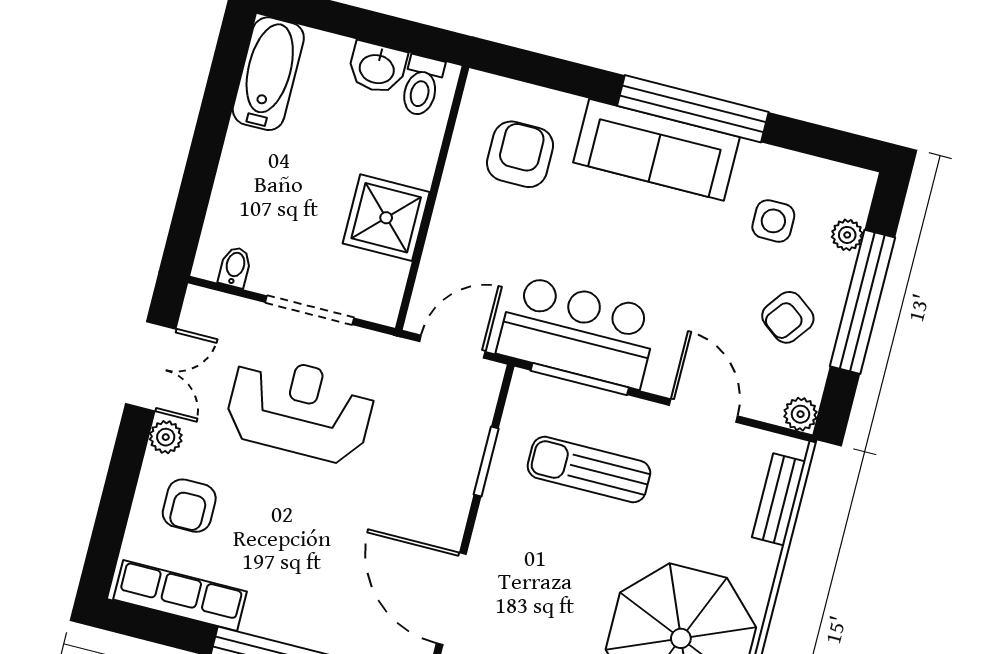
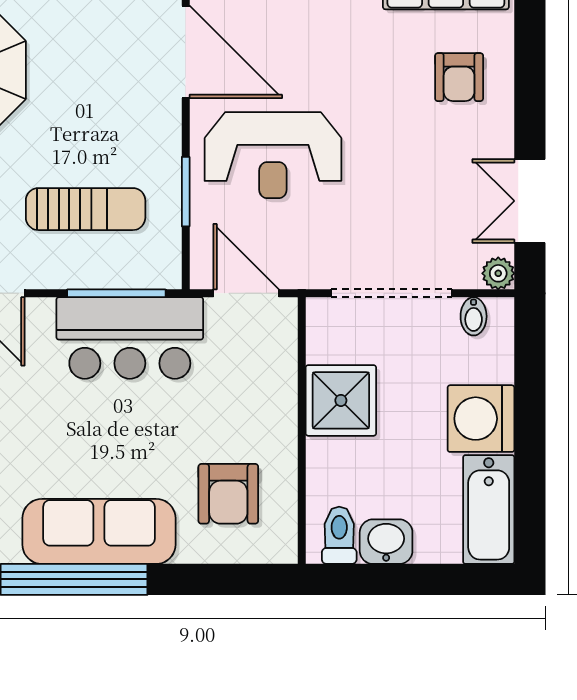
washing machine: (253, 165) -> (481, 419), added
doorway: (310, 310) -> (391, 293), width x1.36
door: (452, 347) -> (246, 293), swing flipped
reception desk: (300, 409) -> (273, 155), moved
plant: (166, 437) -> (498, 273), moved
armchair: (189, 506) -> (459, 77), turned 180

